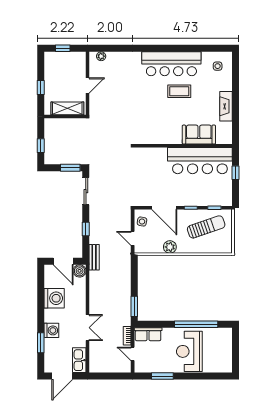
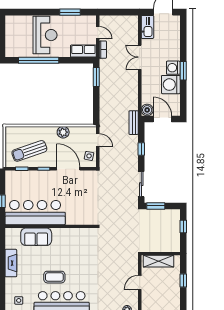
washing machine: (51, 330) -> (173, 68), moved
window: (41, 343) -> (183, 71), moved

